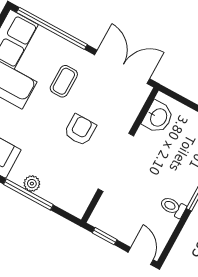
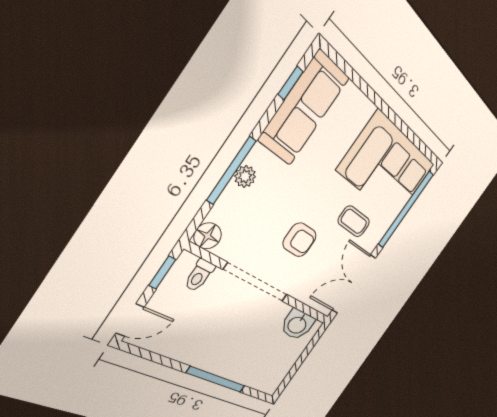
double door: (122, 67) -> (354, 284), swing flipped
floor lamp: (77, 206) -> (208, 236), added
toilet: (173, 207) -> (199, 275), moved, turned 180

